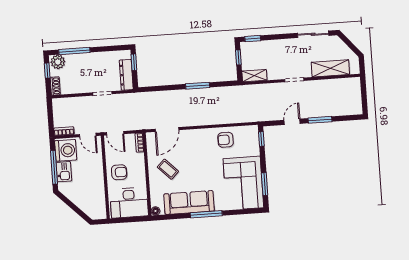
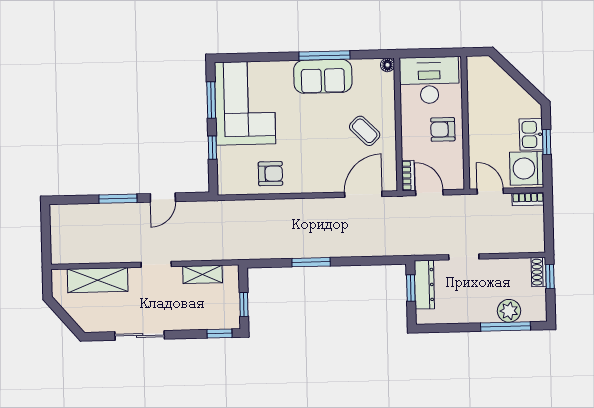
sliding door: (313, 34) -> (140, 335), moved
plant: (58, 62) -> (509, 311), moved
window: (134, 62) -> (411, 288), moved
window: (47, 71) -> (550, 276), moved
shelving: (254, 76) -> (203, 274), moved
door: (115, 133) -> (429, 193), moved
window: (261, 139) -> (212, 148), moved
window: (54, 167) -> (547, 142), width x0.46
sofa: (189, 203) -> (323, 76), width x0.73
window: (206, 214) -> (324, 55), moved

